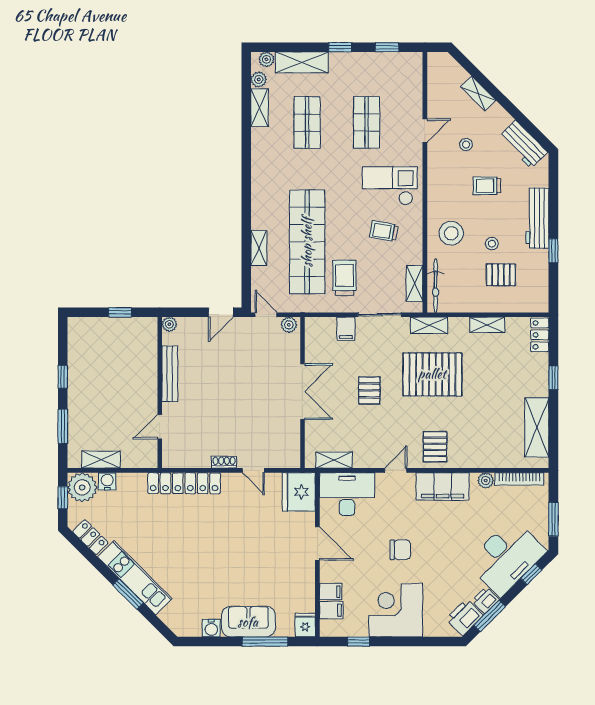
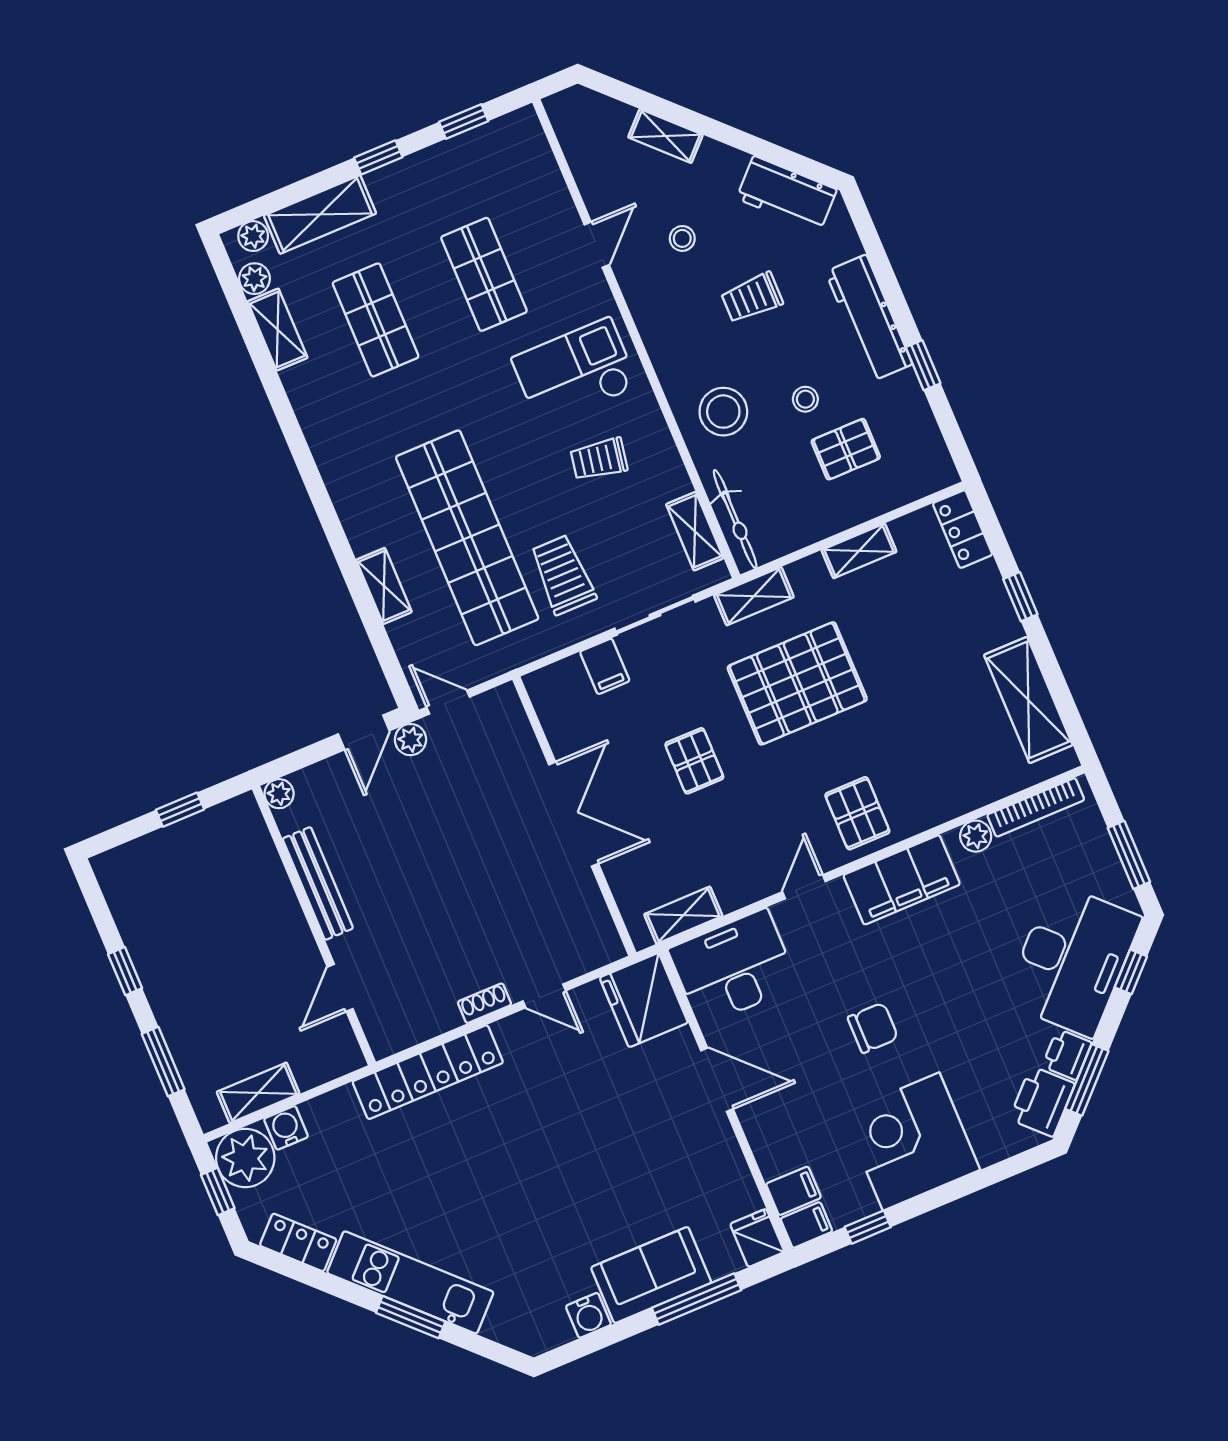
plant: (289, 325) -> (411, 740), moved
filing cabinet: (331, 592) -> (806, 1225), moved

